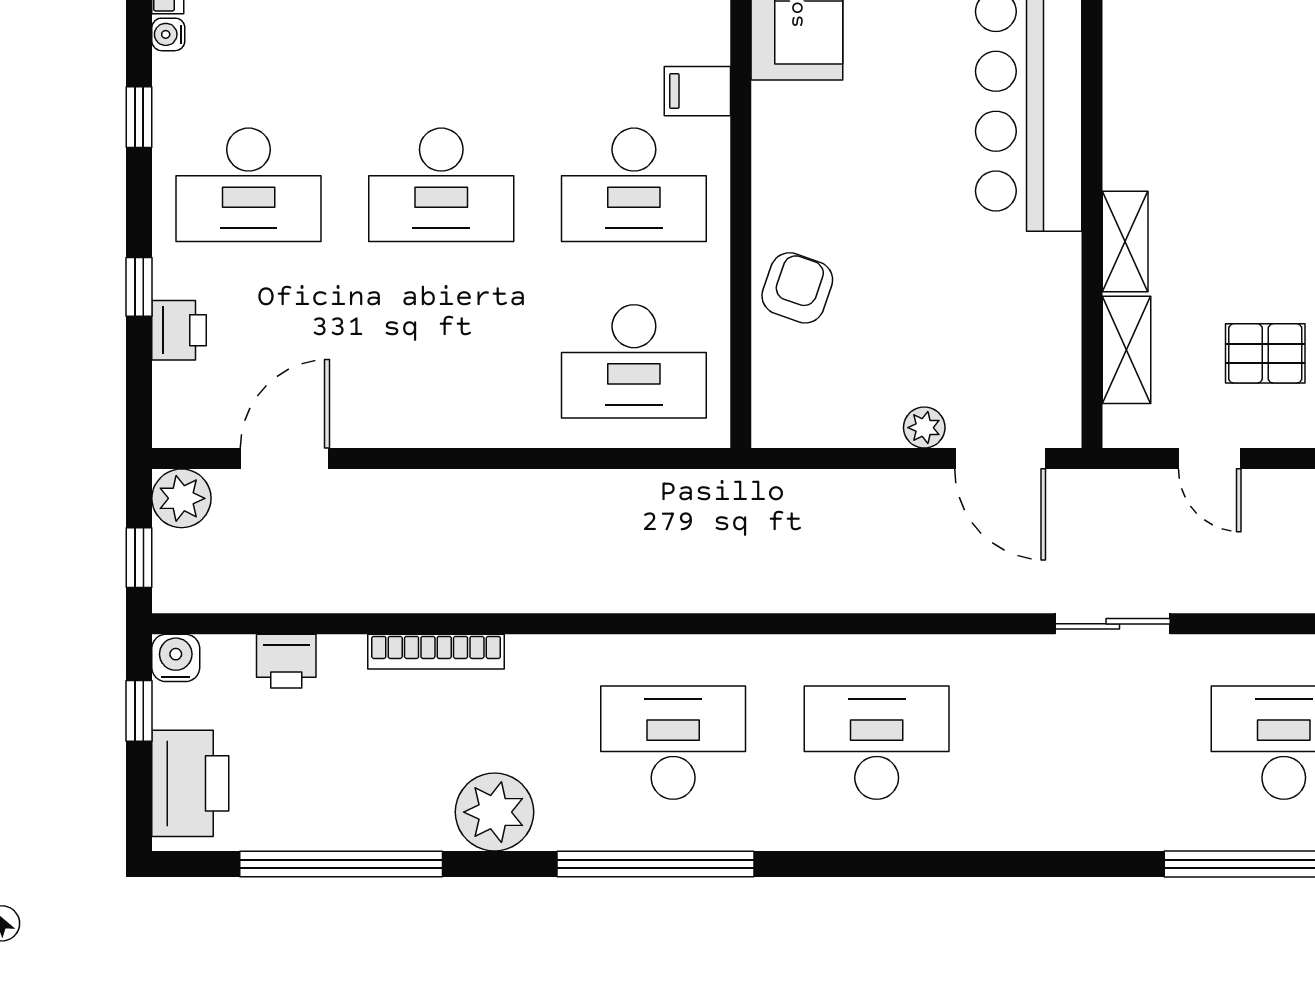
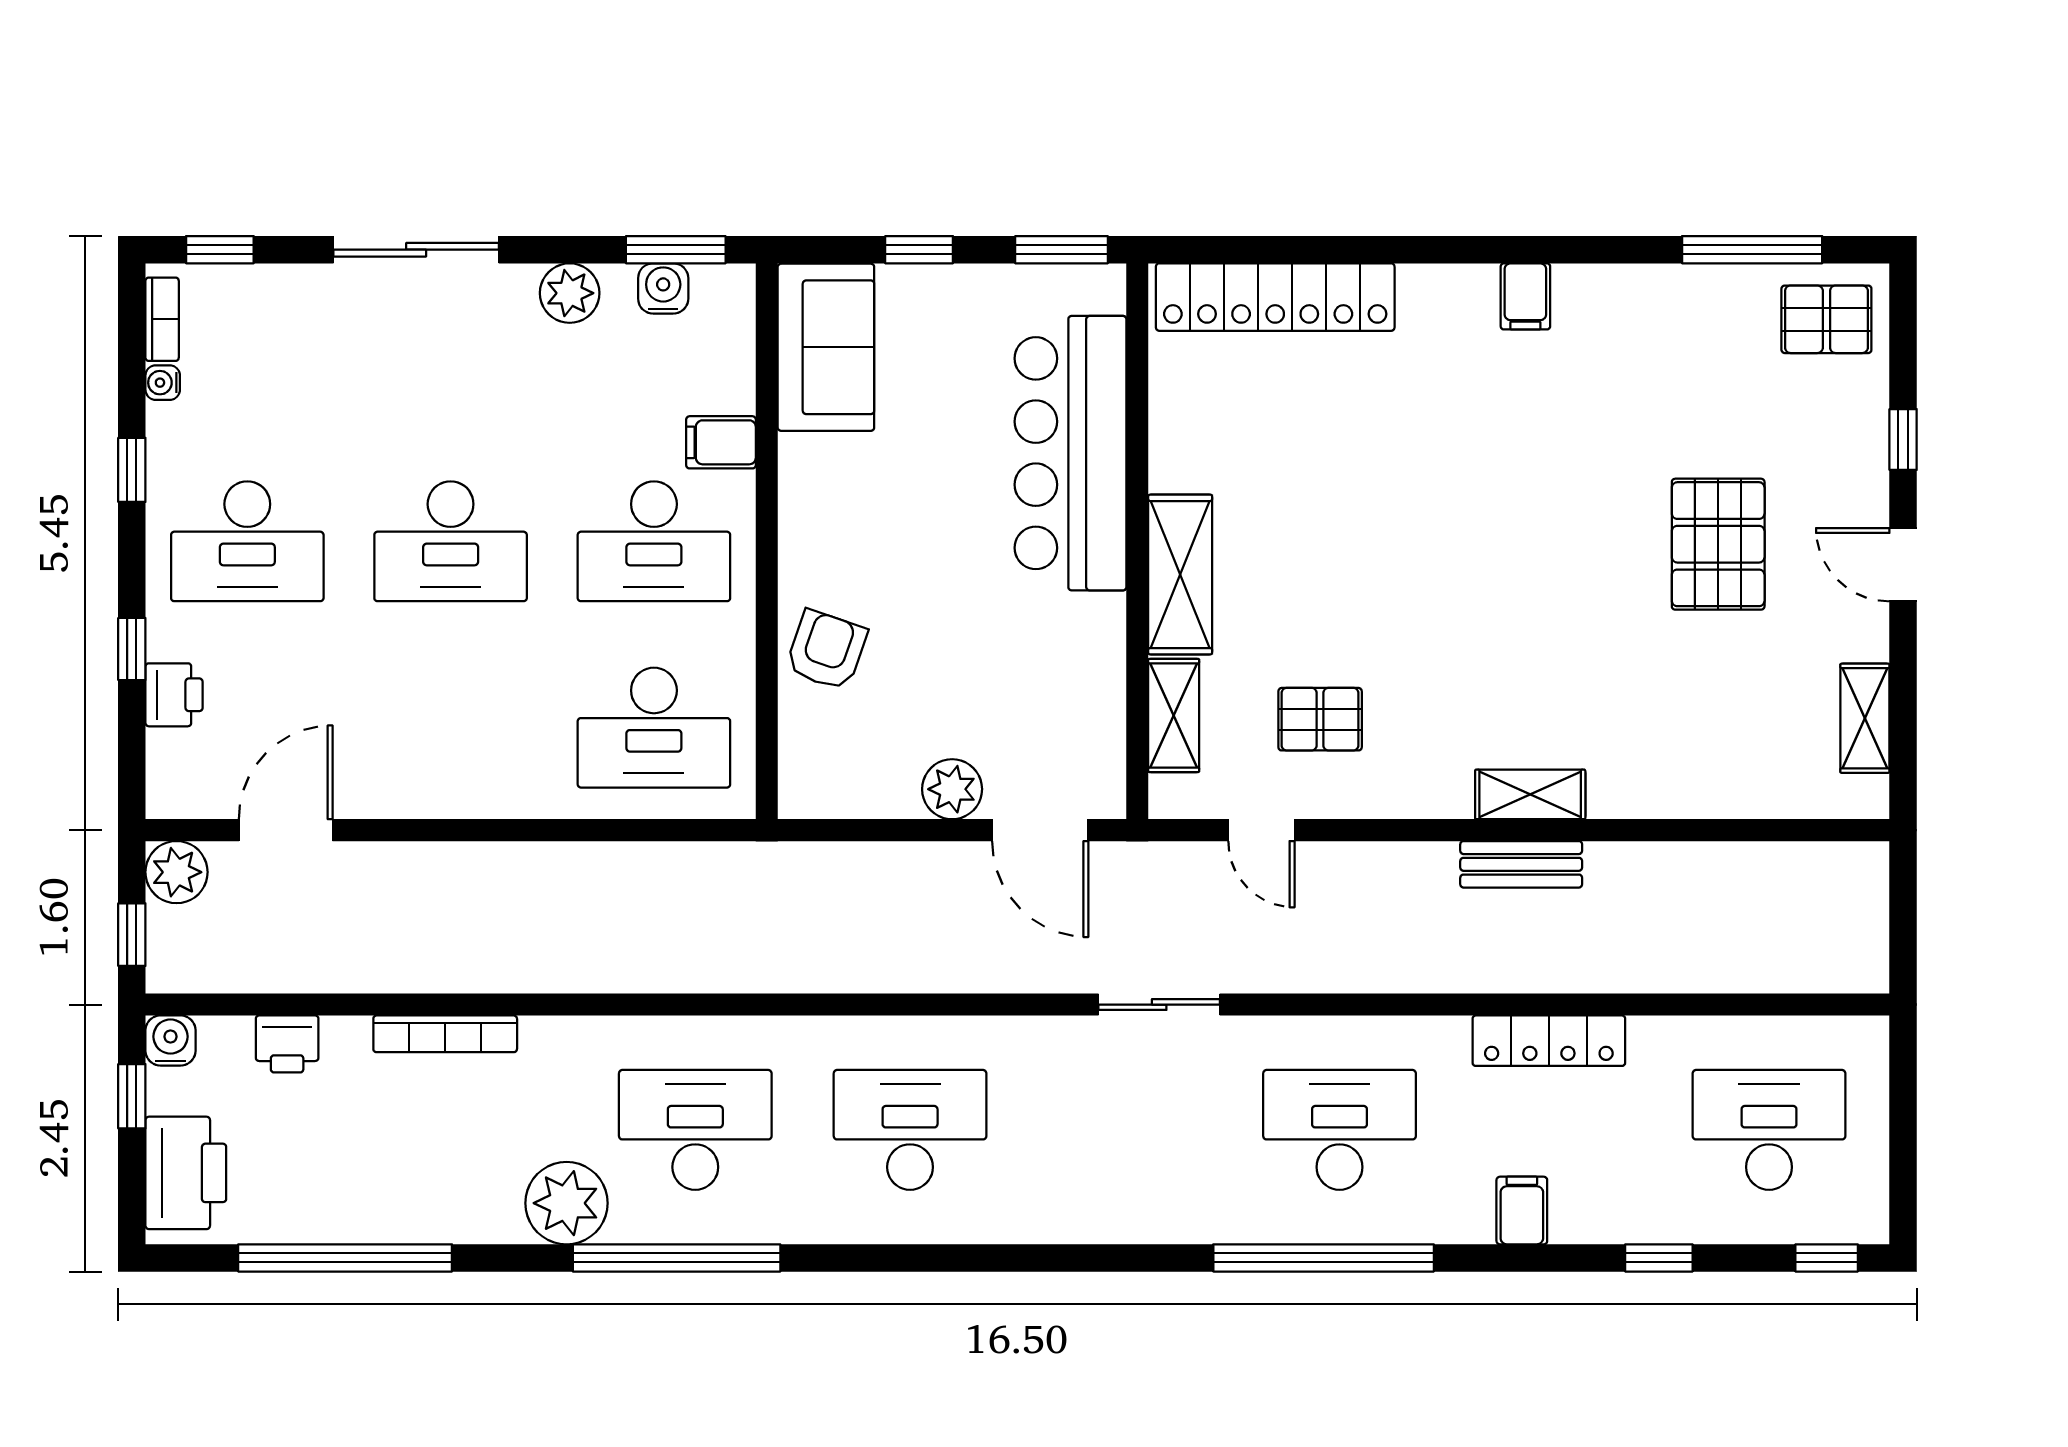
shelving: (1125, 242) -> (1180, 575), width x1.50, depth x1.33
plant: (924, 428) -> (952, 789), width x1.38, depth x1.38
plant: (495, 812) -> (567, 1203), moved

